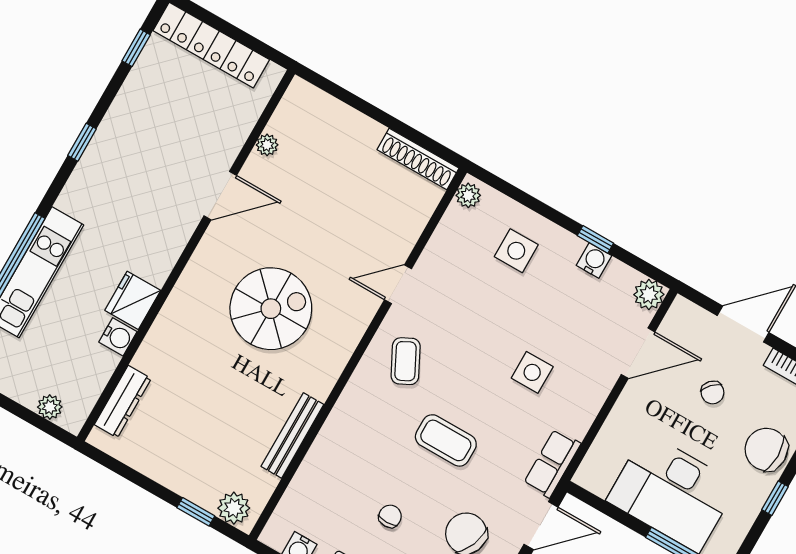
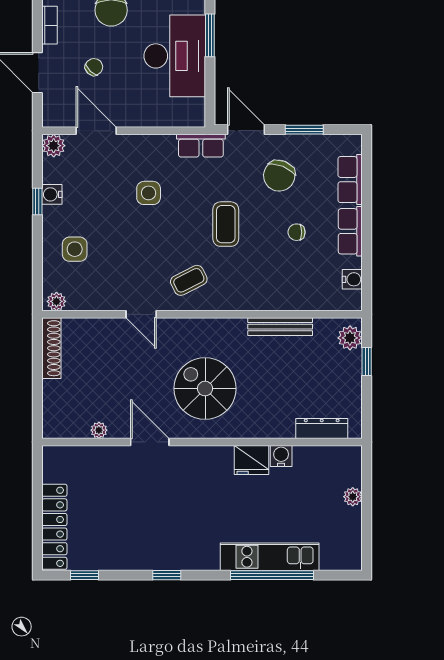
plant: (267, 145) -> (99, 430), moved
door: (220, 196) -> (150, 442), moved
wall: (186, 256) -> (202, 442), moved
fridge: (133, 300) -> (252, 460), moved
water cooler: (118, 337) -> (281, 456), moved
dresser: (123, 402) -> (322, 428), moved

